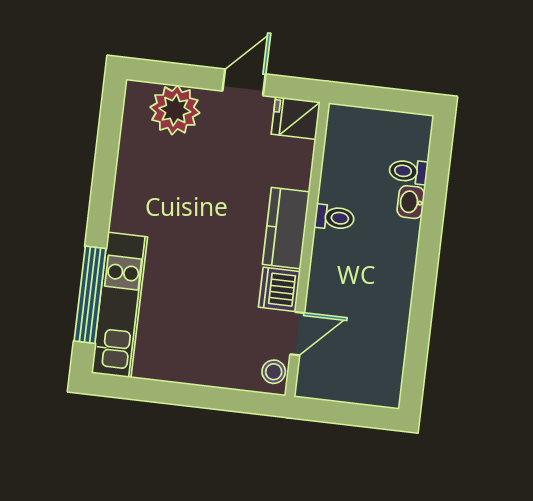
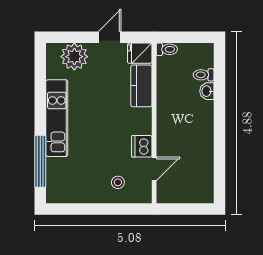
toilet: (335, 218) -> (167, 49), moved
kitchen counter: (286, 228) -> (141, 86), moved
kitchen unit: (119, 305) -> (57, 118), moved
stool: (274, 372) -> (118, 182), moved

